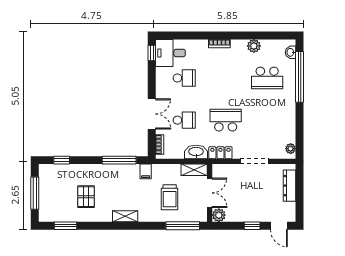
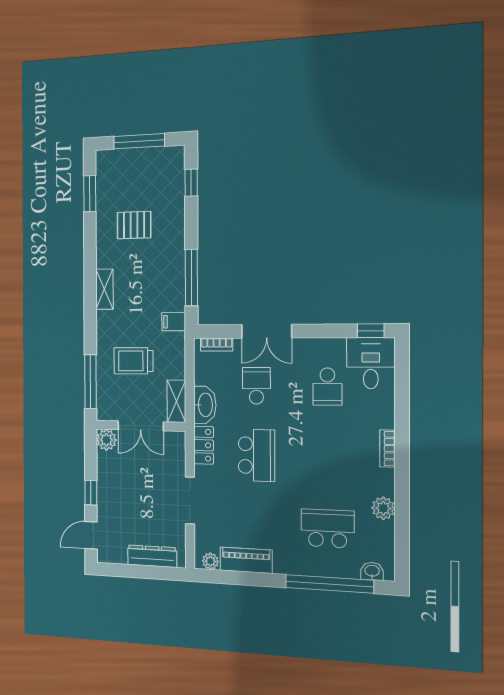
school desk: (267, 78) -> (328, 528), turned 90
school desk: (184, 120) -> (256, 386), turned 180
piano: (289, 127) -> (246, 560), added

